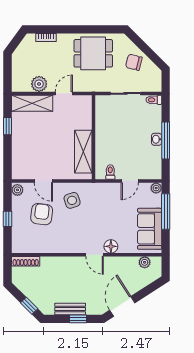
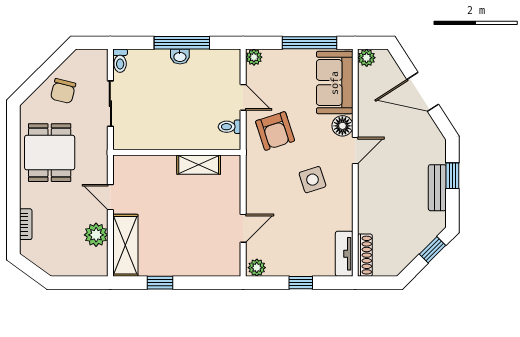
shelving: (83, 152) -> (199, 165), width x0.67, depth x0.75
side table: (72, 200) -> (312, 180), moved
window: (166, 212) -> (310, 43), moved
armchair: (42, 214) -> (275, 131), moved, turned -115
sofa: (150, 229) -> (335, 83), moved, turned 90
tv unit: (27, 248) -> (344, 254), added
plant: (145, 262) -> (367, 58), moved
door: (122, 306) -> (423, 92), moved

